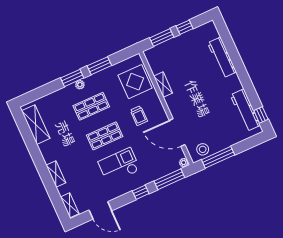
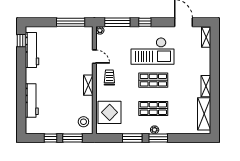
shelving: (163, 85) -> (88, 85), moved
trolley: (139, 116) -> (109, 78), moved
door: (177, 133) -> (94, 57), width x0.53
stool: (203, 149) -> (83, 122), moved
checkout: (119, 166) -> (152, 51), width x1.36, depth x1.21
shelving: (56, 174) -> (206, 86), moved

